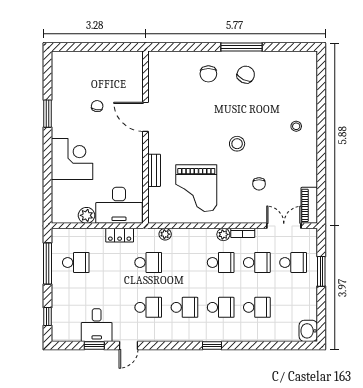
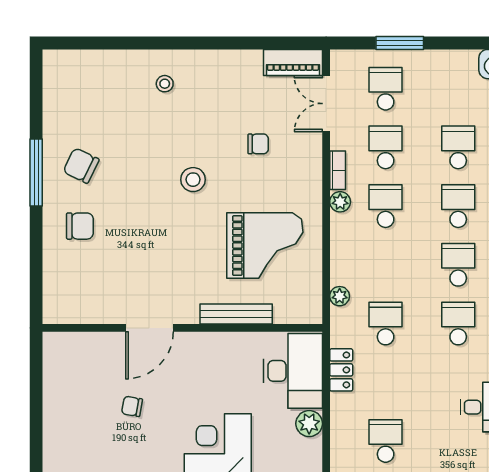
bench: (154, 170) -> (236, 314), width x1.36

